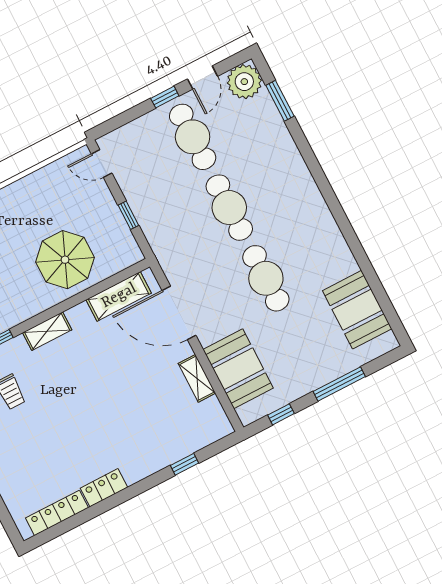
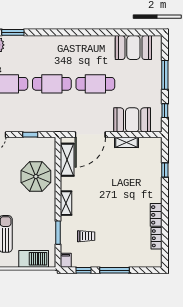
locker: (57, 513) -> (157, 238), width x0.66

